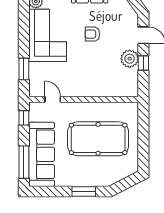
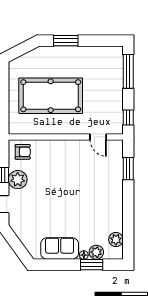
armchair: (92, 34) -> (23, 152), moved
corner sofa: (48, 35) -> (103, 204), removed
sofa: (42, 154) -> (110, 79), removed

